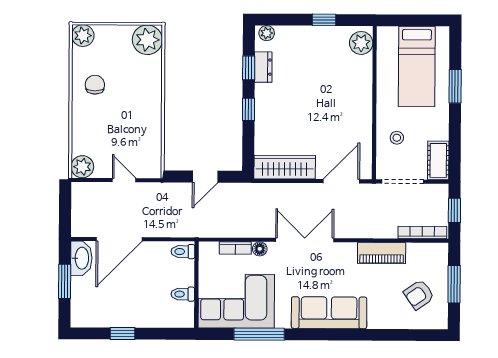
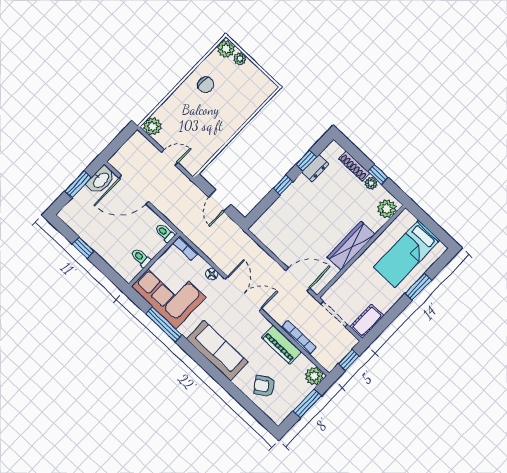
plant: (267, 33) -> (371, 183), moved
shoe rack: (296, 33) -> (354, 166), added
plant: (147, 40) -> (240, 59), moved, width x0.53, depth x0.53
chair: (95, 85) -> (206, 85), turned 90
stool: (397, 138) -> (355, 285), removed
wardrobe: (285, 167) -> (351, 246), moved, turned -90
door: (205, 177) -> (220, 201), hinge flipped
door: (124, 180) -> (170, 158), hinge flipped
bookcase: (422, 232) -> (299, 337), moved
bookcase: (235, 248) -> (185, 248), moved
plant: (437, 254) -> (314, 376), added
armchair: (419, 295) -> (264, 386), moved

